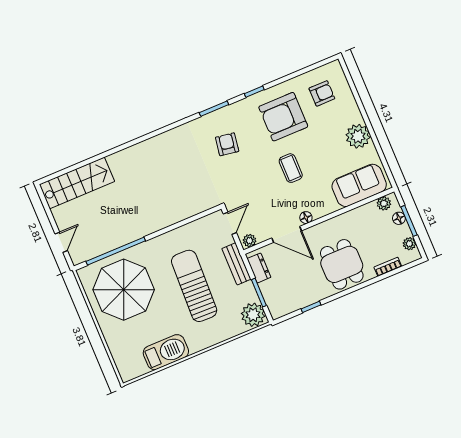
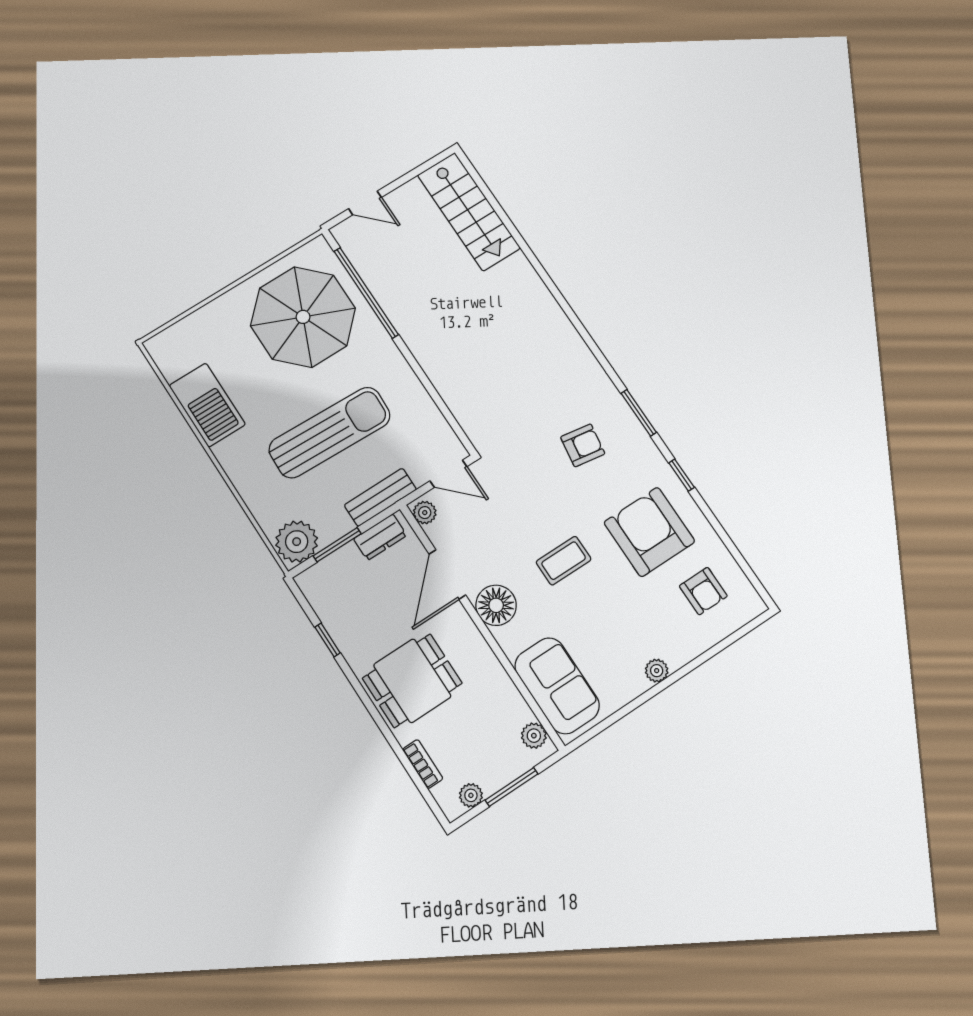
plant: (358, 136) -> (657, 671), width x0.53, depth x0.53
floor lamp: (306, 218) -> (496, 605), width x1.89, depth x1.89
floor lamp: (399, 218) -> (513, 768), removed

